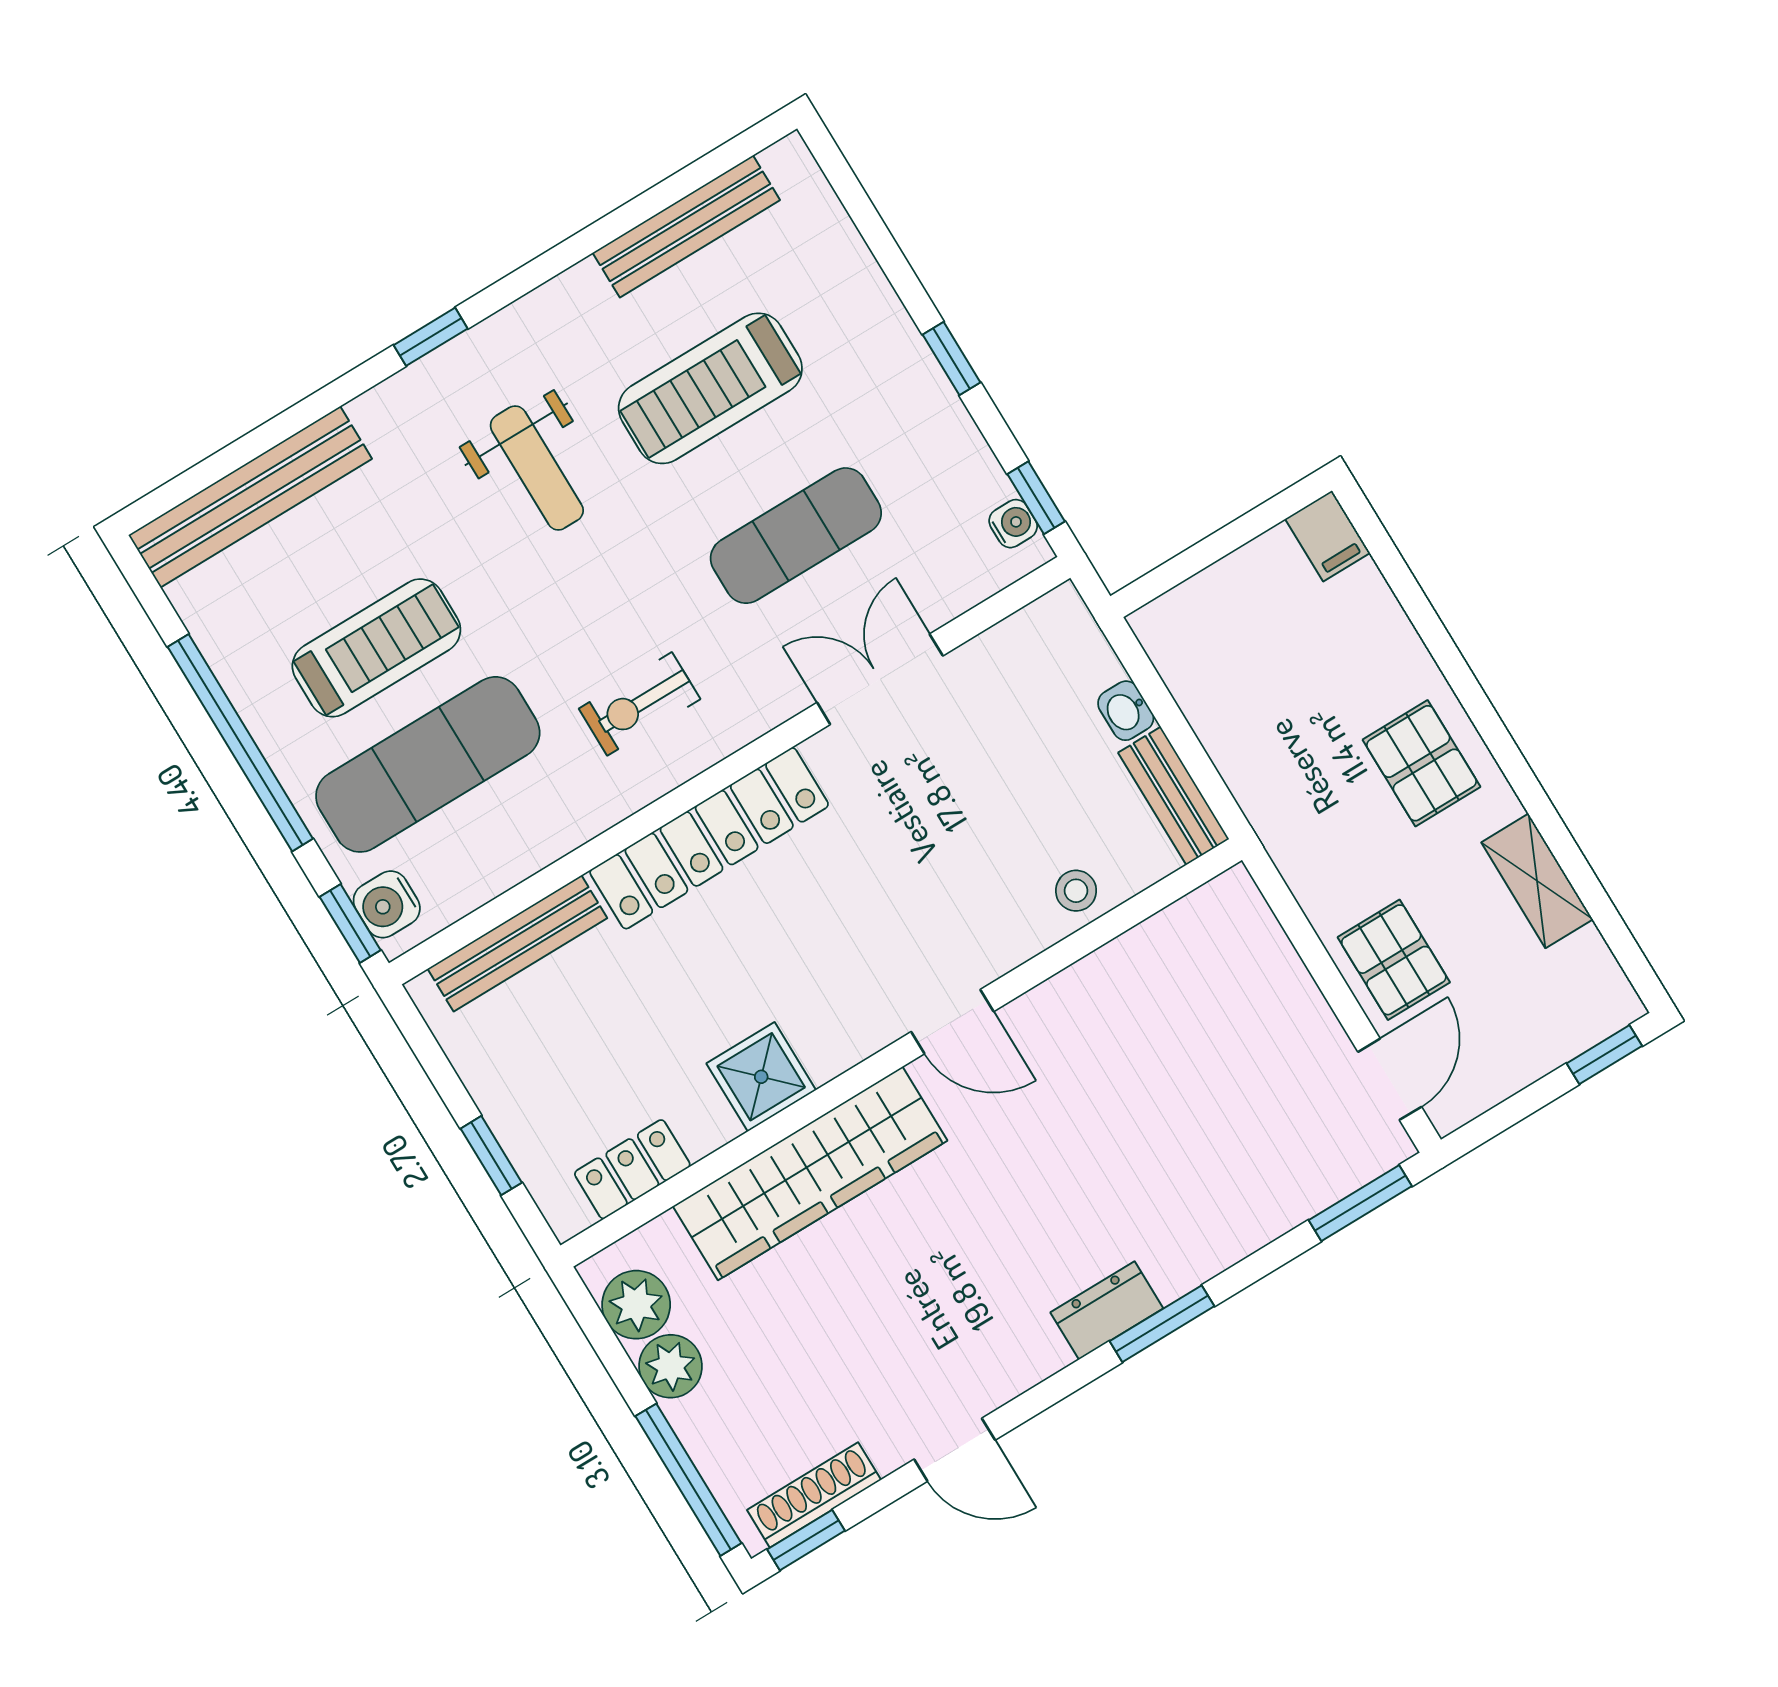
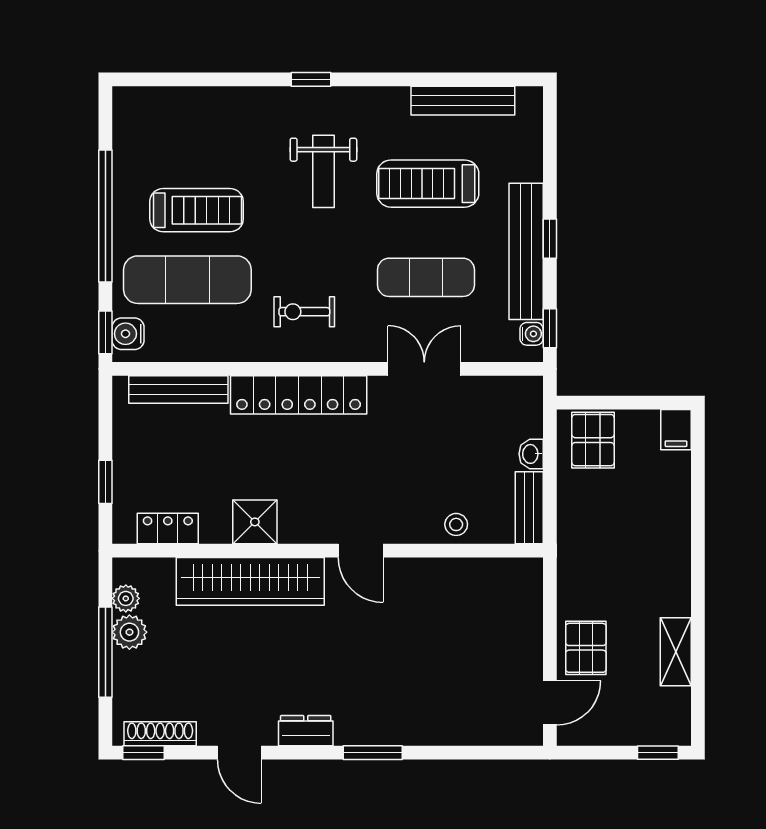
bench: (250, 497) -> (526, 251), moved, turned 90
pallet: (1422, 763) -> (593, 440), moved
window: (1360, 1203) -> (501, 753), removed
plant: (636, 1305) -> (126, 598), width x0.73, depth x0.73
dresser: (1107, 1310) -> (306, 731), moved
window: (688, 1480) -> (105, 652), moved

